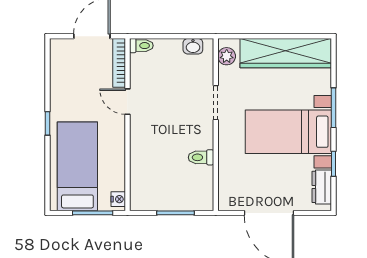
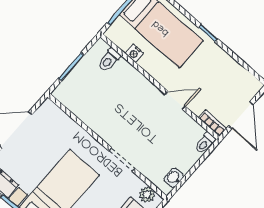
bookcase: (119, 63) -> (213, 123), width x0.64
toilet: (201, 157) -> (109, 60), moved, turned 180
nightstand: (118, 199) -> (134, 53), moved

